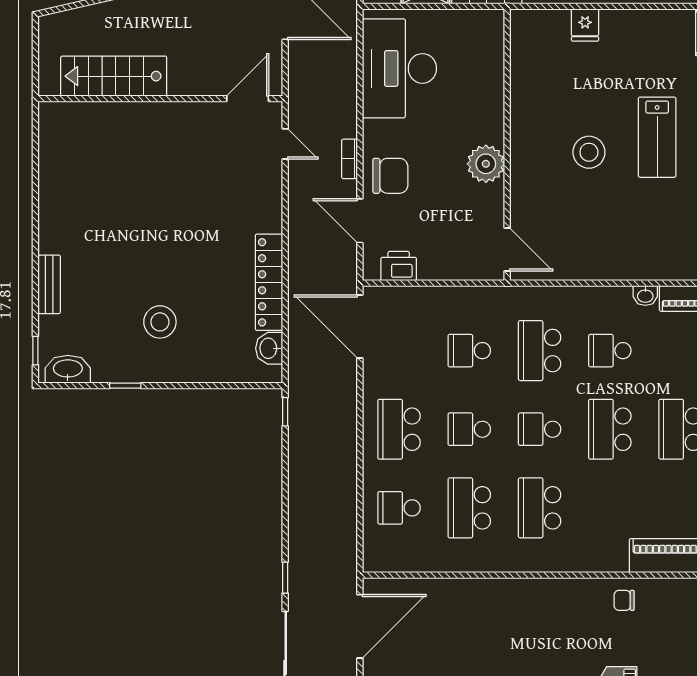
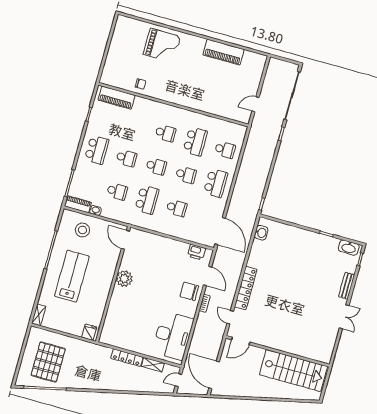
stairs: (114, 76) -> (293, 371), width x1.36, depth x1.51
lab bench: (657, 137) -> (72, 276), width x1.36, depth x1.39
wall: (507, 145) -> (113, 284), moved
stool: (589, 152) -> (82, 230), moved
plant: (486, 164) -> (124, 279), moved
double door: (35, 215) -> (344, 317), added
door: (507, 250) -> (125, 240), moved
locker: (269, 282) -> (246, 288), moved
stool: (160, 322) -> (304, 257), removed
school desk: (610, 429) -> (126, 158), width x0.54
school desk: (540, 508) -> (165, 133), width x0.54
door: (360, 626) -> (255, 104), width x0.53

